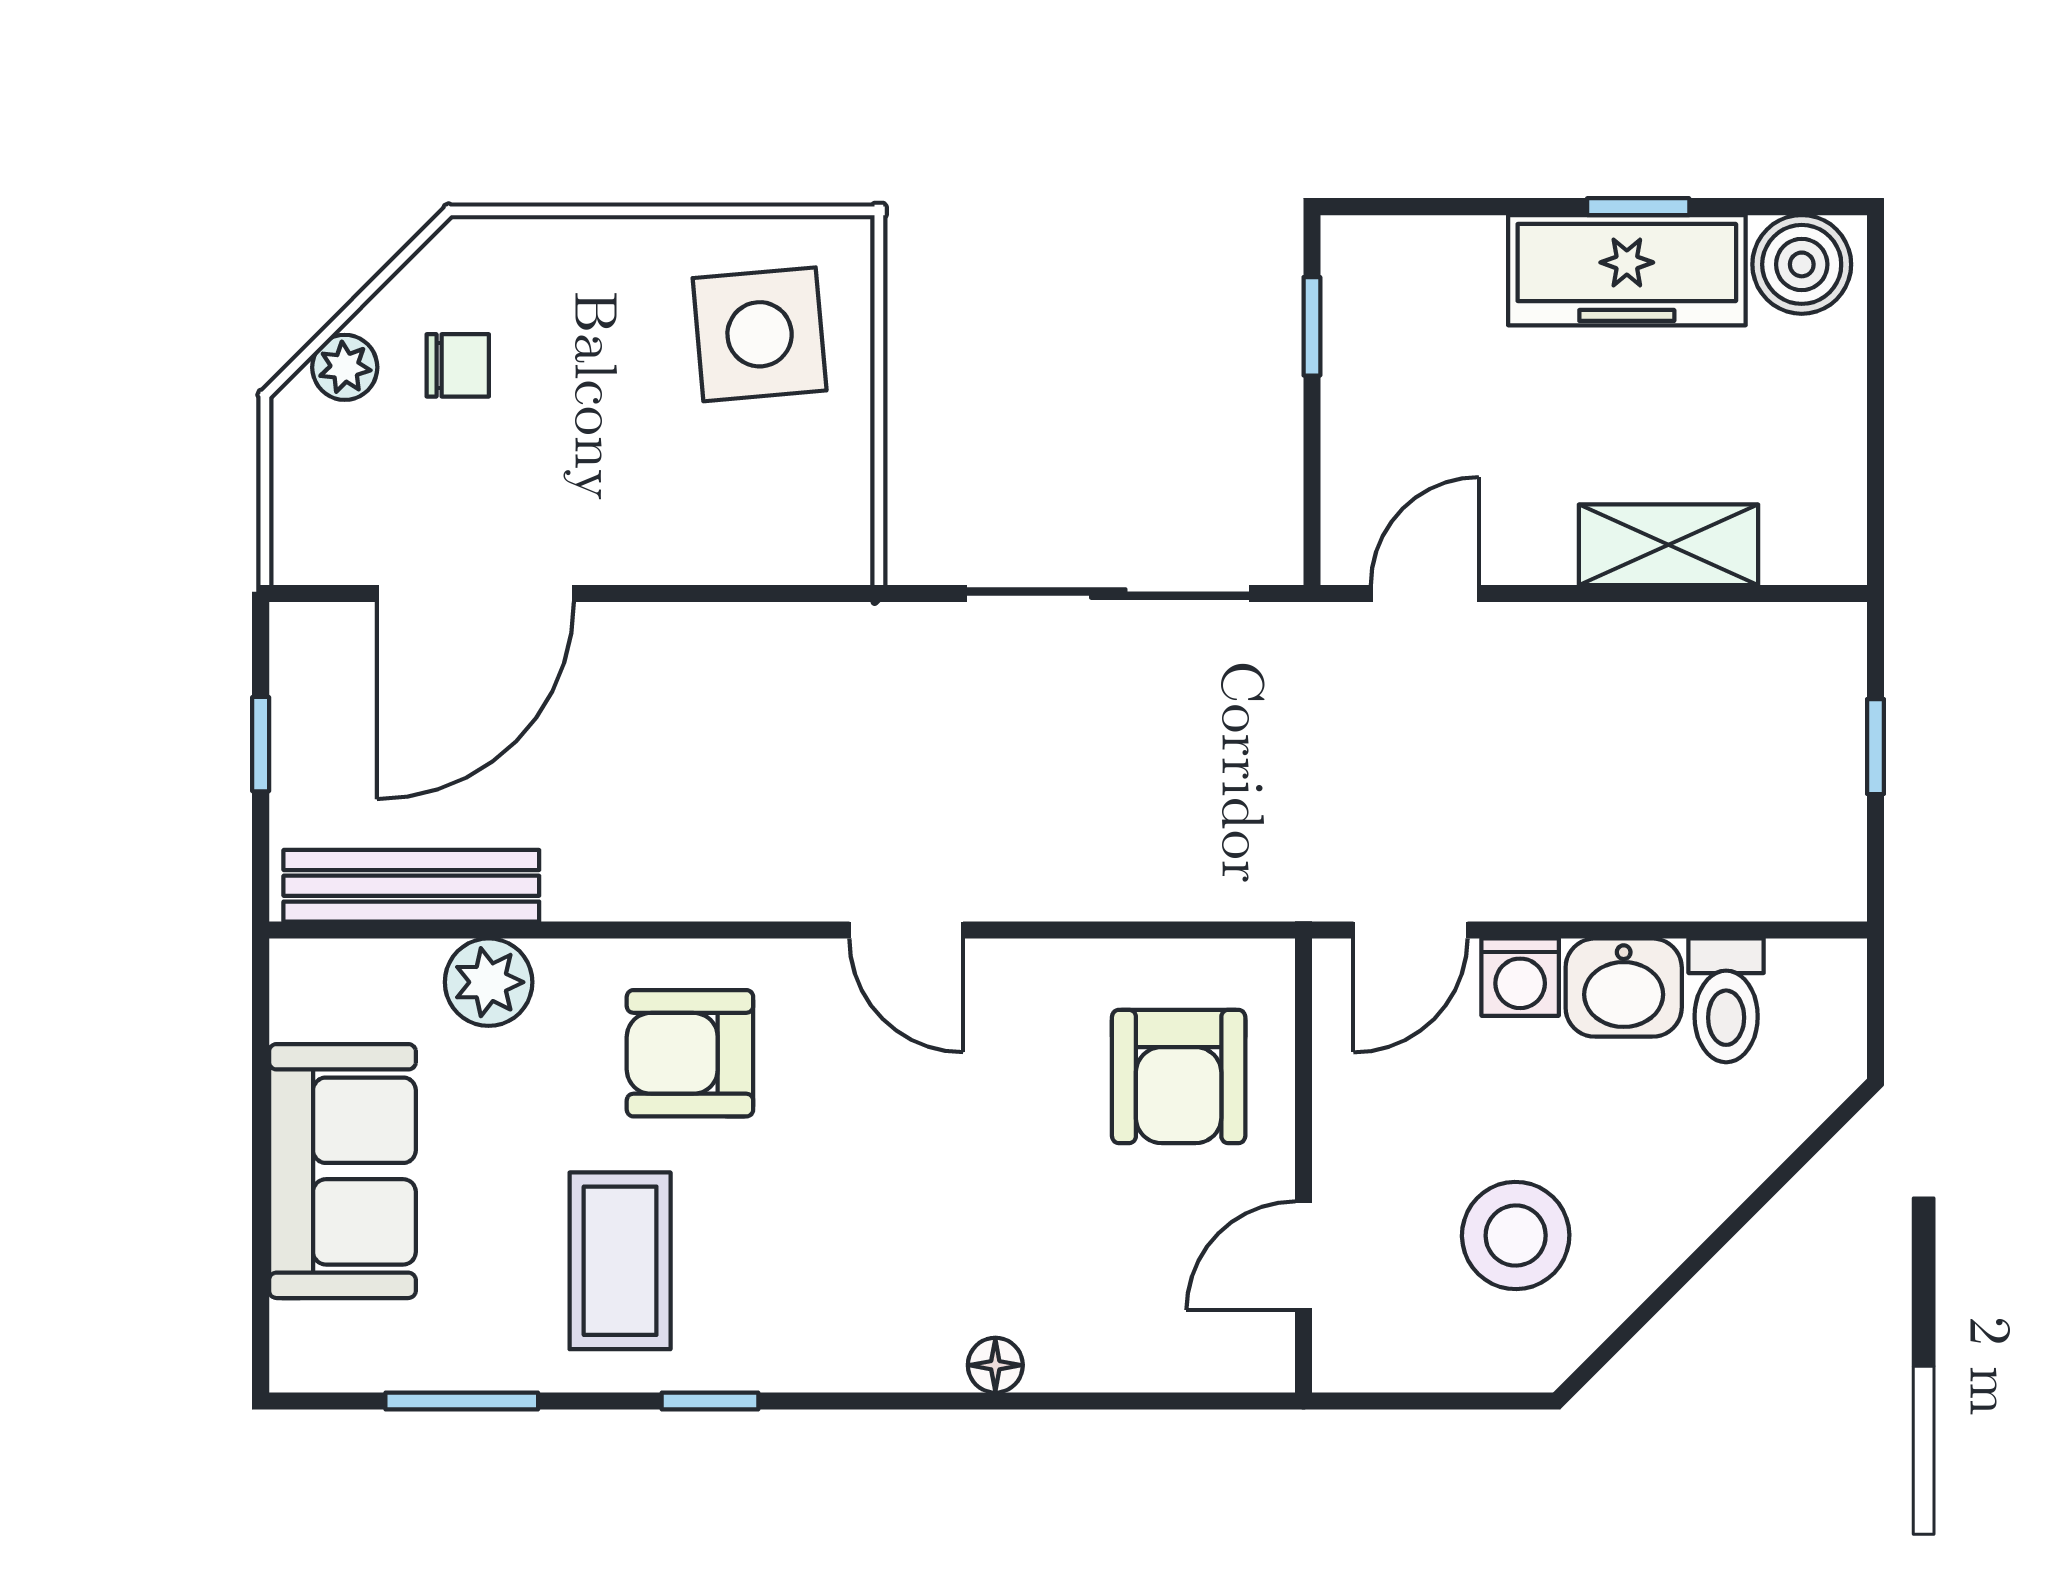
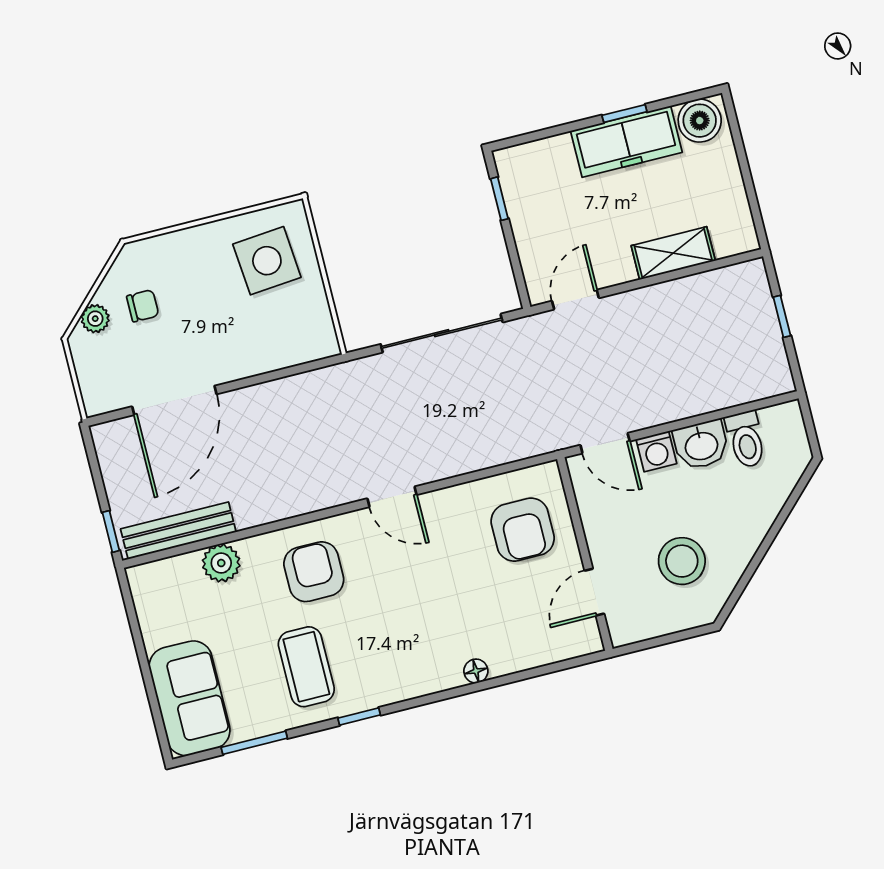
window: (261, 744) -> (111, 531), moved
door: (1410, 930) -> (605, 443), hinge flipped
armchair: (690, 1053) -> (314, 572), turned 90
sofa: (342, 1171) -> (190, 698), moved

